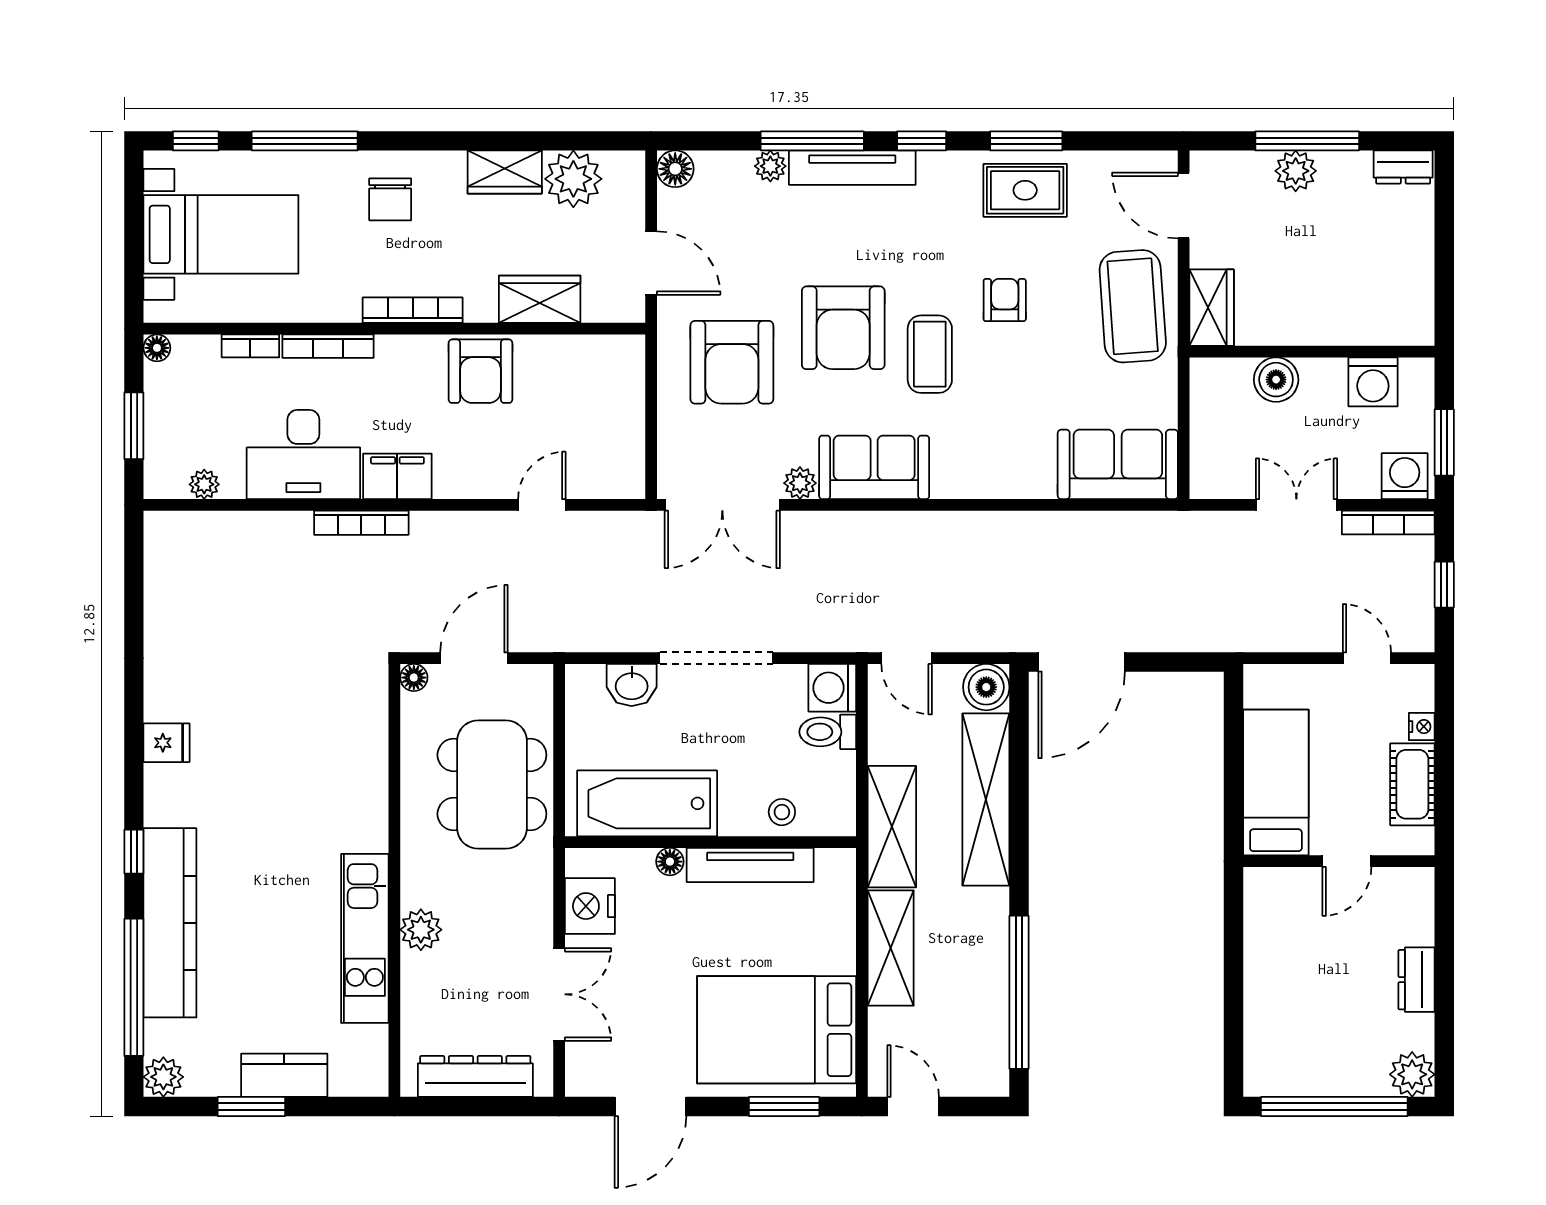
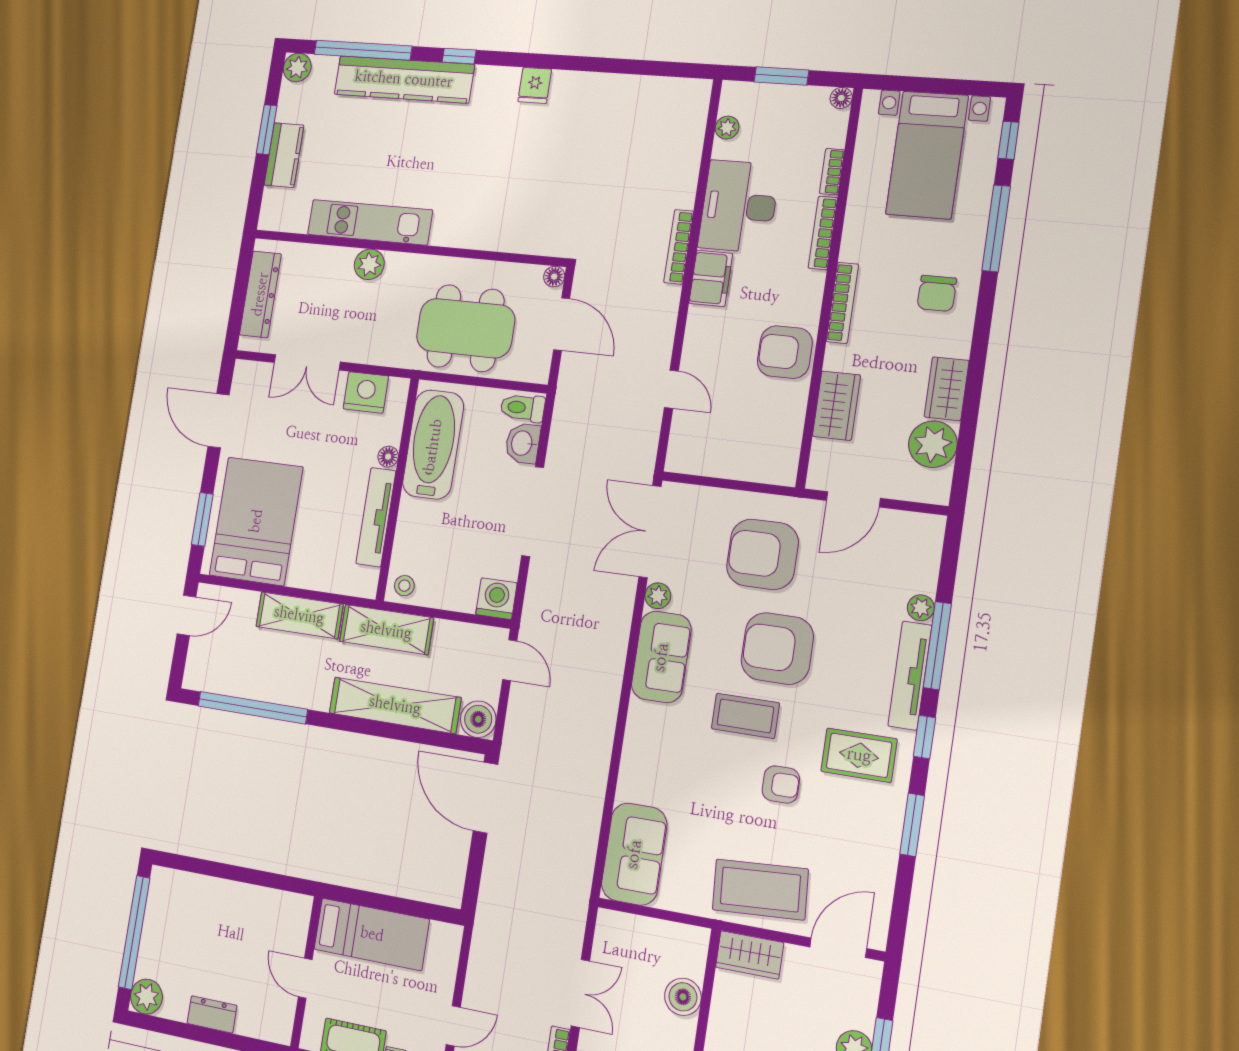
floor lamp: (675, 169) -> (930, 529), removed
rug: (1025, 190) -> (859, 755), moved, turned 90
chair: (390, 199) -> (937, 293), turned -90
door: (907, 658) -> (510, 660), swing flipped
toilet: (828, 732) -> (523, 408), moved, turned -90
stool: (782, 812) -> (404, 586), moved

